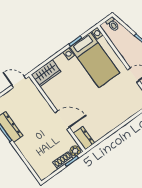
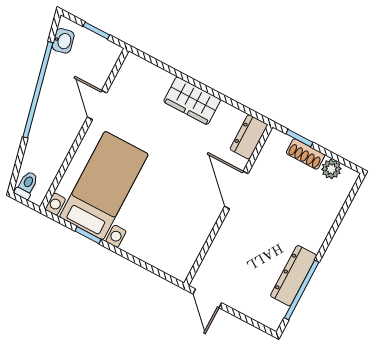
wardrobe: (46, 73) -> (192, 101), moved, turned 180
plant: (75, 151) -> (331, 169), moved

